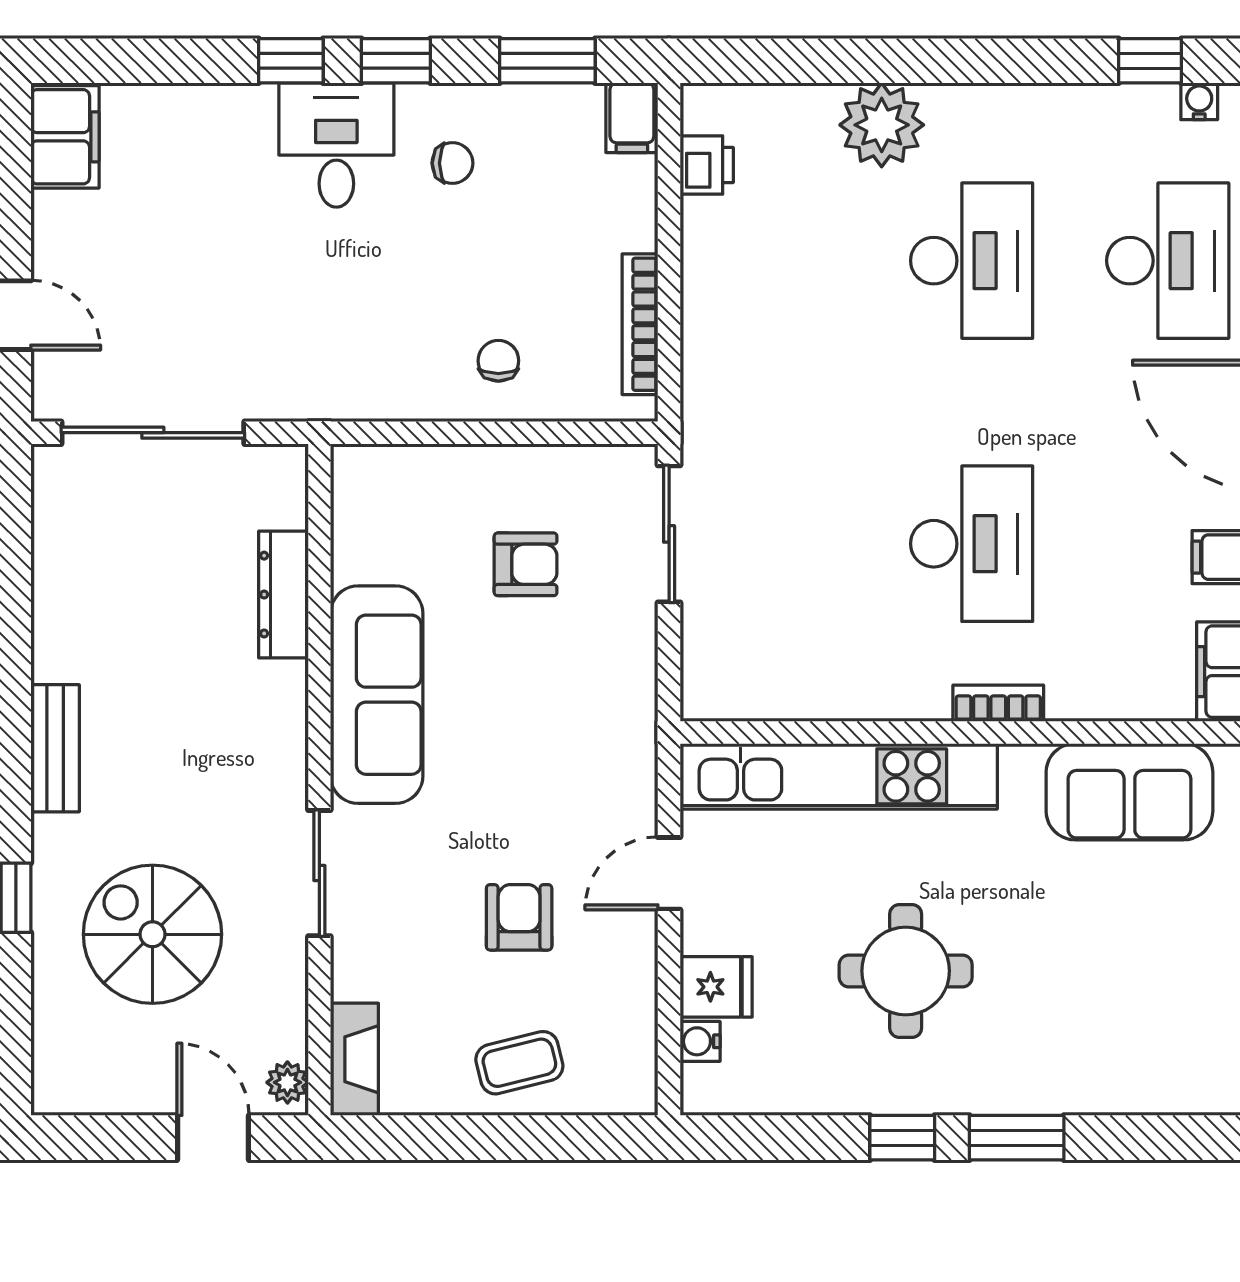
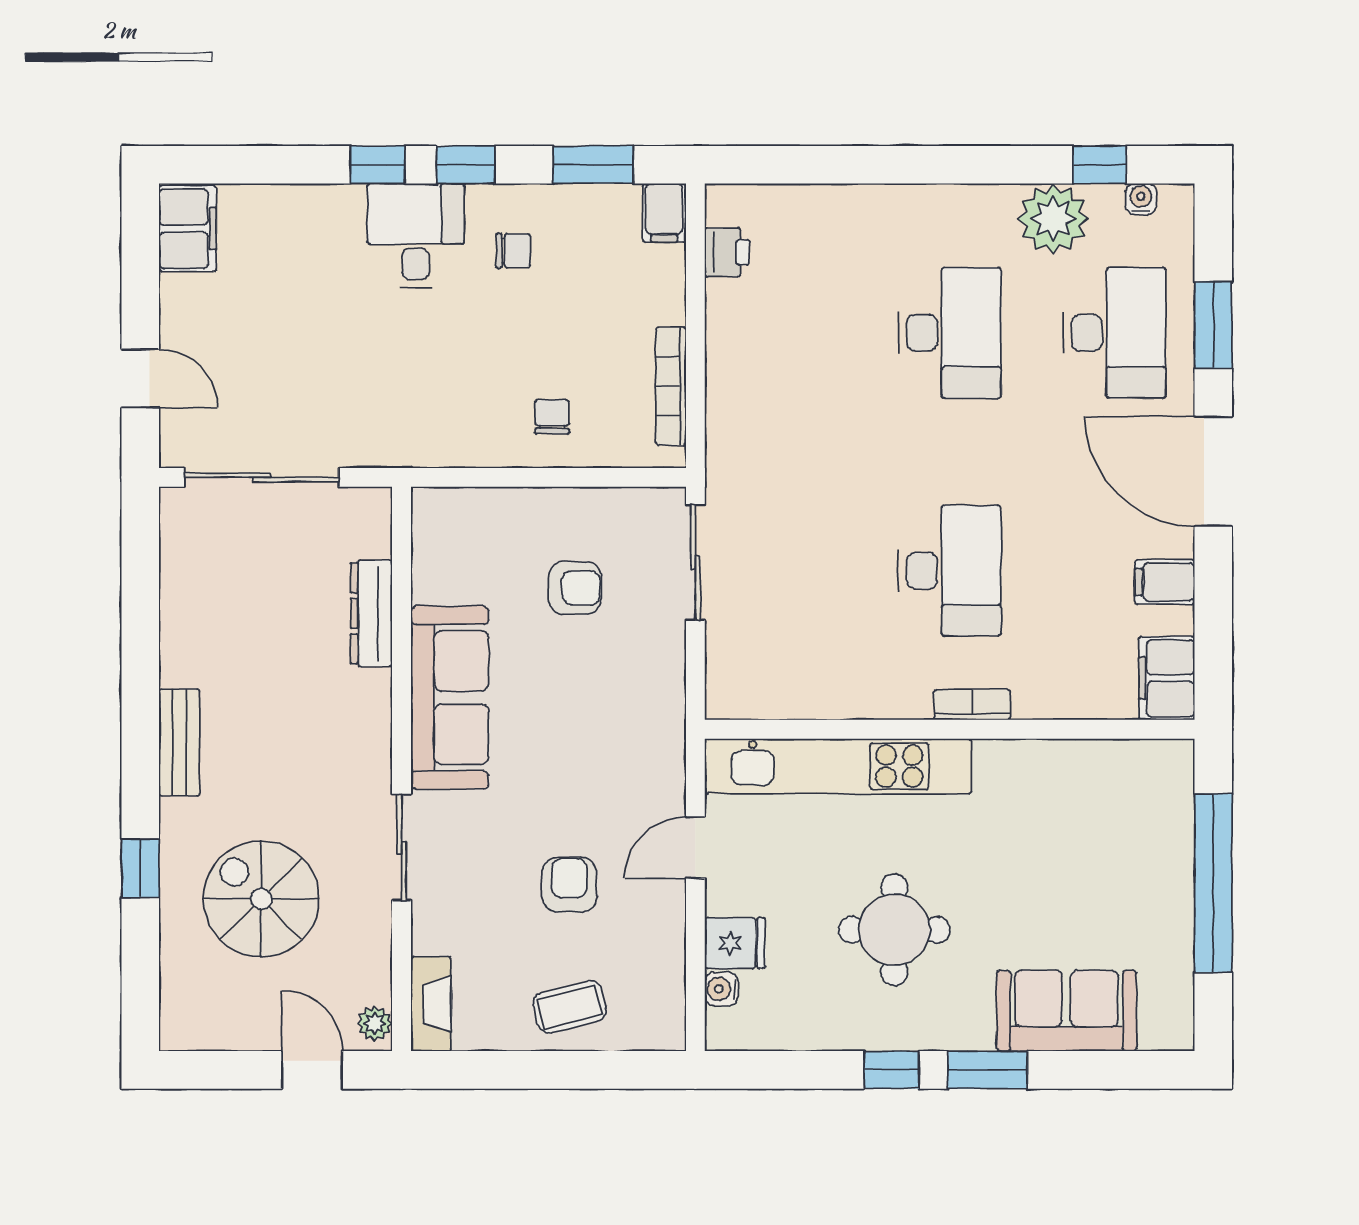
plant: (882, 125) -> (1053, 219), moved
sofa: (1129, 792) -> (1067, 1011), moved, turned 180

